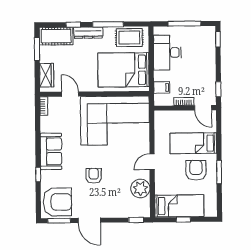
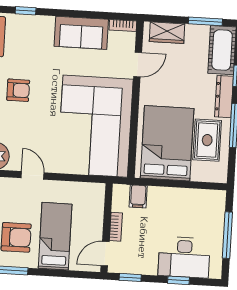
rug: (129, 38) -> (207, 140), moved
window: (218, 39) -> (179, 280), moved
desk: (167, 53) -> (184, 257), moved, turned 180
sofa: (51, 151) -> (81, 33), moved

